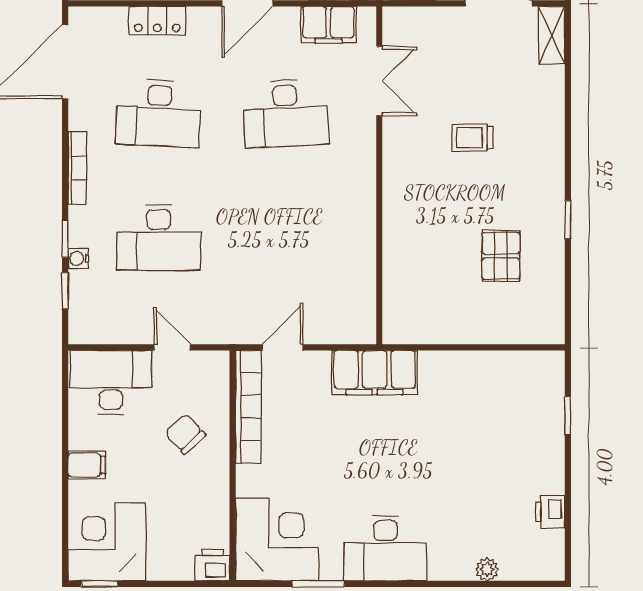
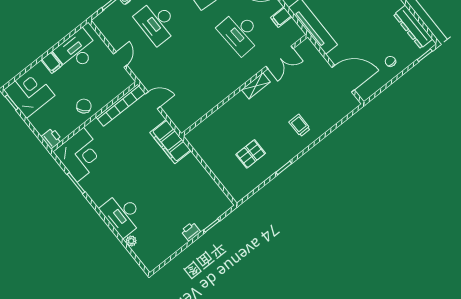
filing cabinet: (329, 25) -> (281, 17), width x0.50
shelving: (552, 35) -> (256, 86), moved
trolley: (472, 138) -> (300, 125), moved
desk: (111, 382) -> (77, 51), moved, turned -90
chair: (185, 434) -> (84, 106), moved
printer: (550, 512) -> (191, 231), moved
desk: (385, 548) -> (123, 214), moved

